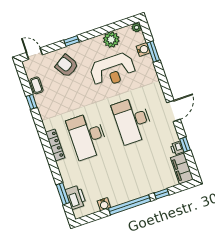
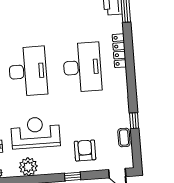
armchair: (67, 66) -> (85, 150), turned -148
locker: (55, 145) -> (119, 51), moved

